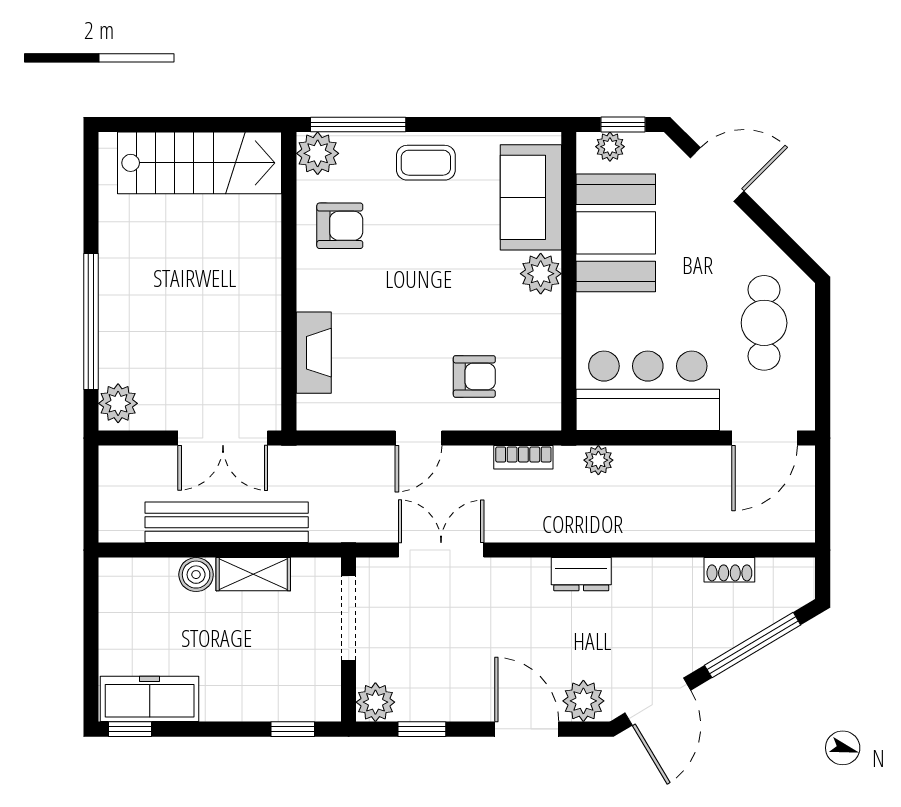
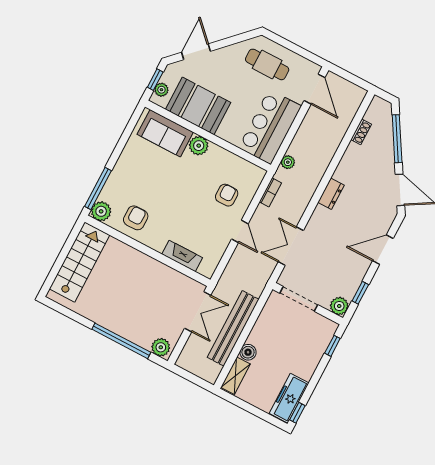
coffee table: (426, 163) -> (128, 169), removed
shelving: (253, 574) -> (236, 376), moved
plant: (583, 701) -> (384, 220), removed

